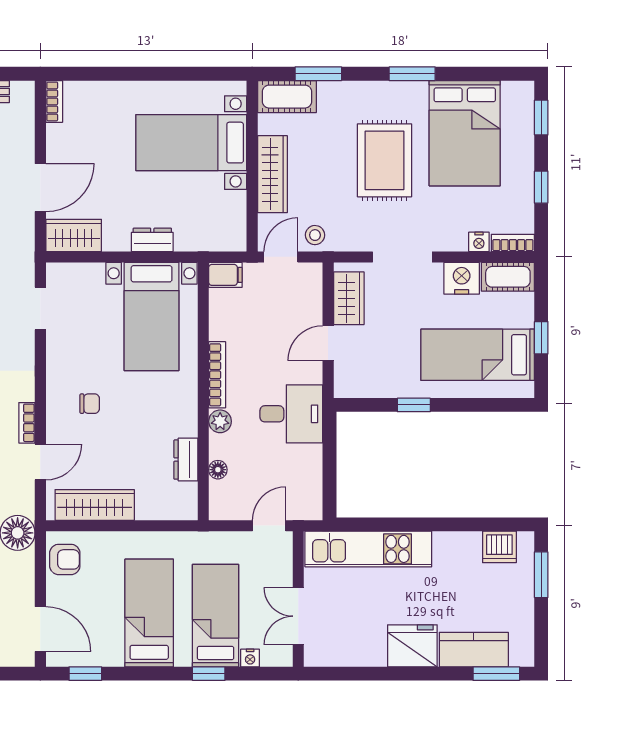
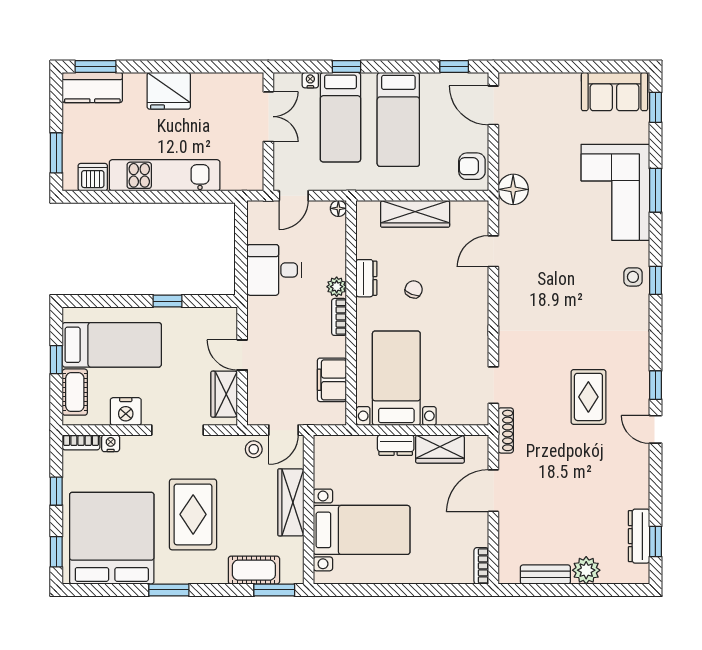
window: (318, 74) -> (274, 590), moved
cot: (287, 97) -> (254, 570), moved
bed: (465, 133) -> (112, 538), width x1.36
wardrobe: (74, 235) -> (440, 449), moved
shoe rack: (26, 257) -> (506, 430), added
filing cabinet: (225, 275) -> (332, 380), moved, width x2.00
cot: (508, 277) -> (75, 392), moved, turned 90
door: (328, 343) -> (242, 355), swing flipped
bookcase: (217, 375) -> (339, 317), width x0.64
chair: (90, 404) -> (414, 289), moved, turned 112
desk: (291, 414) -> (274, 270), moved
bookcase: (27, 423) -> (505, 285), removed
dresser: (186, 460) -> (366, 278), moved
floor lamp: (218, 470) -> (338, 208), moved
wardrobe: (95, 505) -> (415, 214), moved
kitchen unit: (368, 549) -> (165, 175), moved
kitchen counter: (474, 650) -> (92, 88), moved

